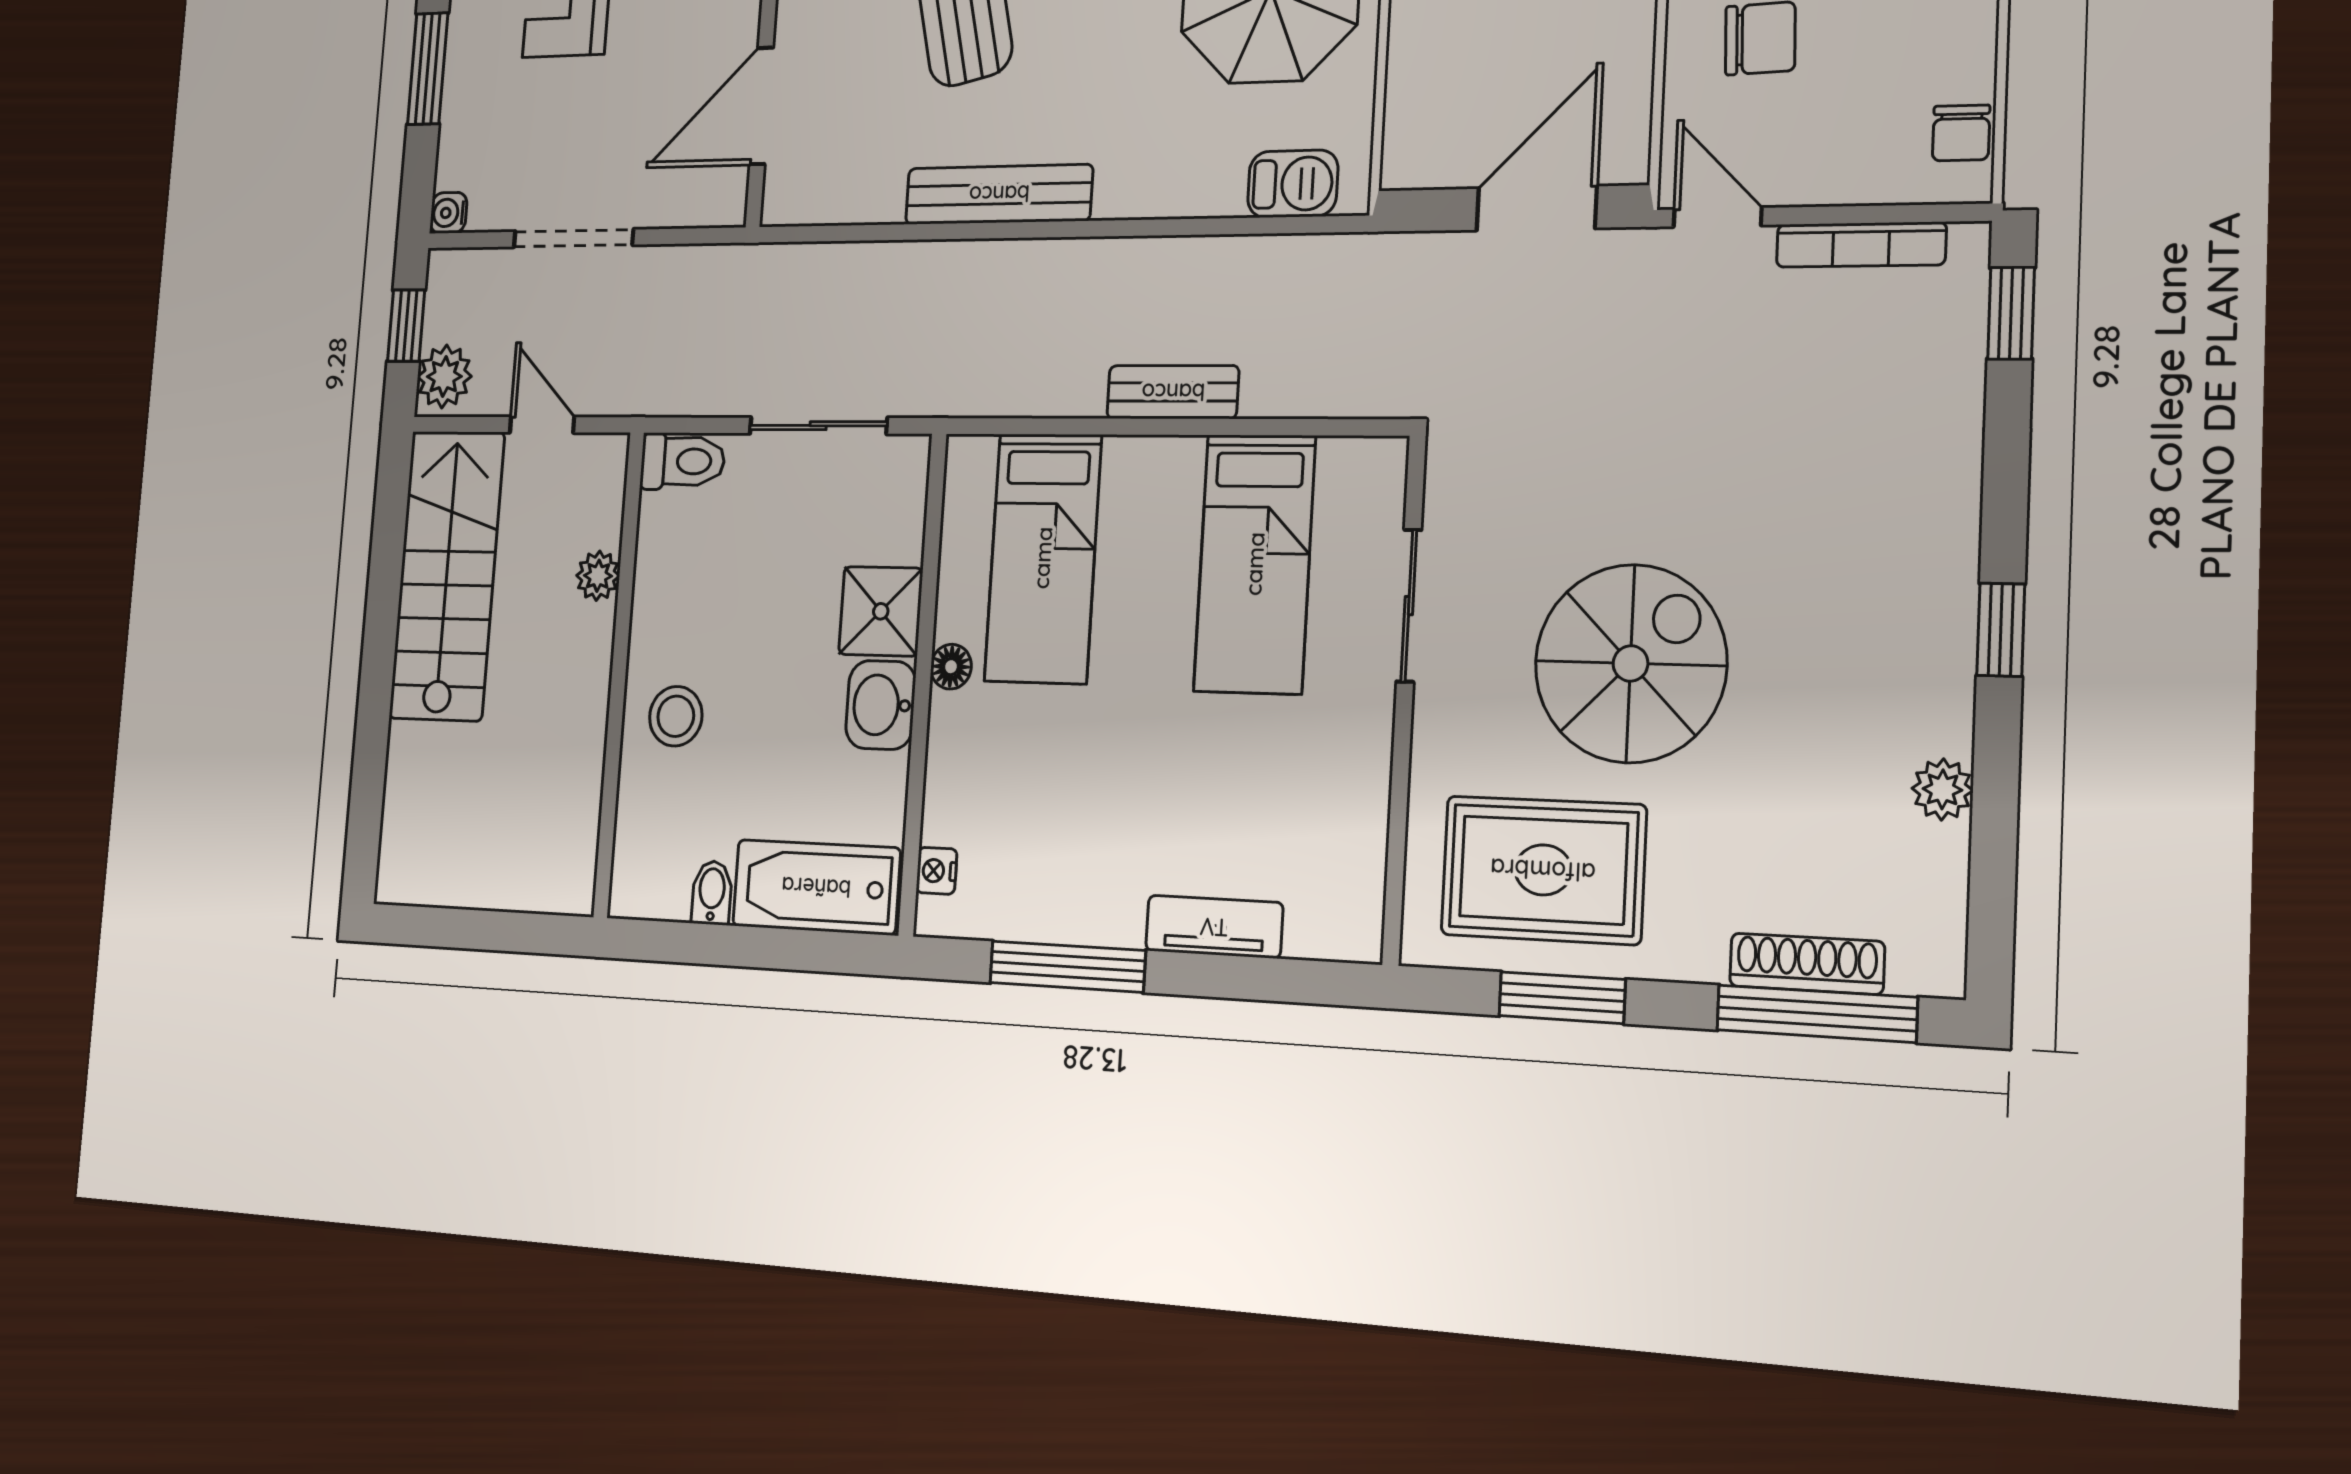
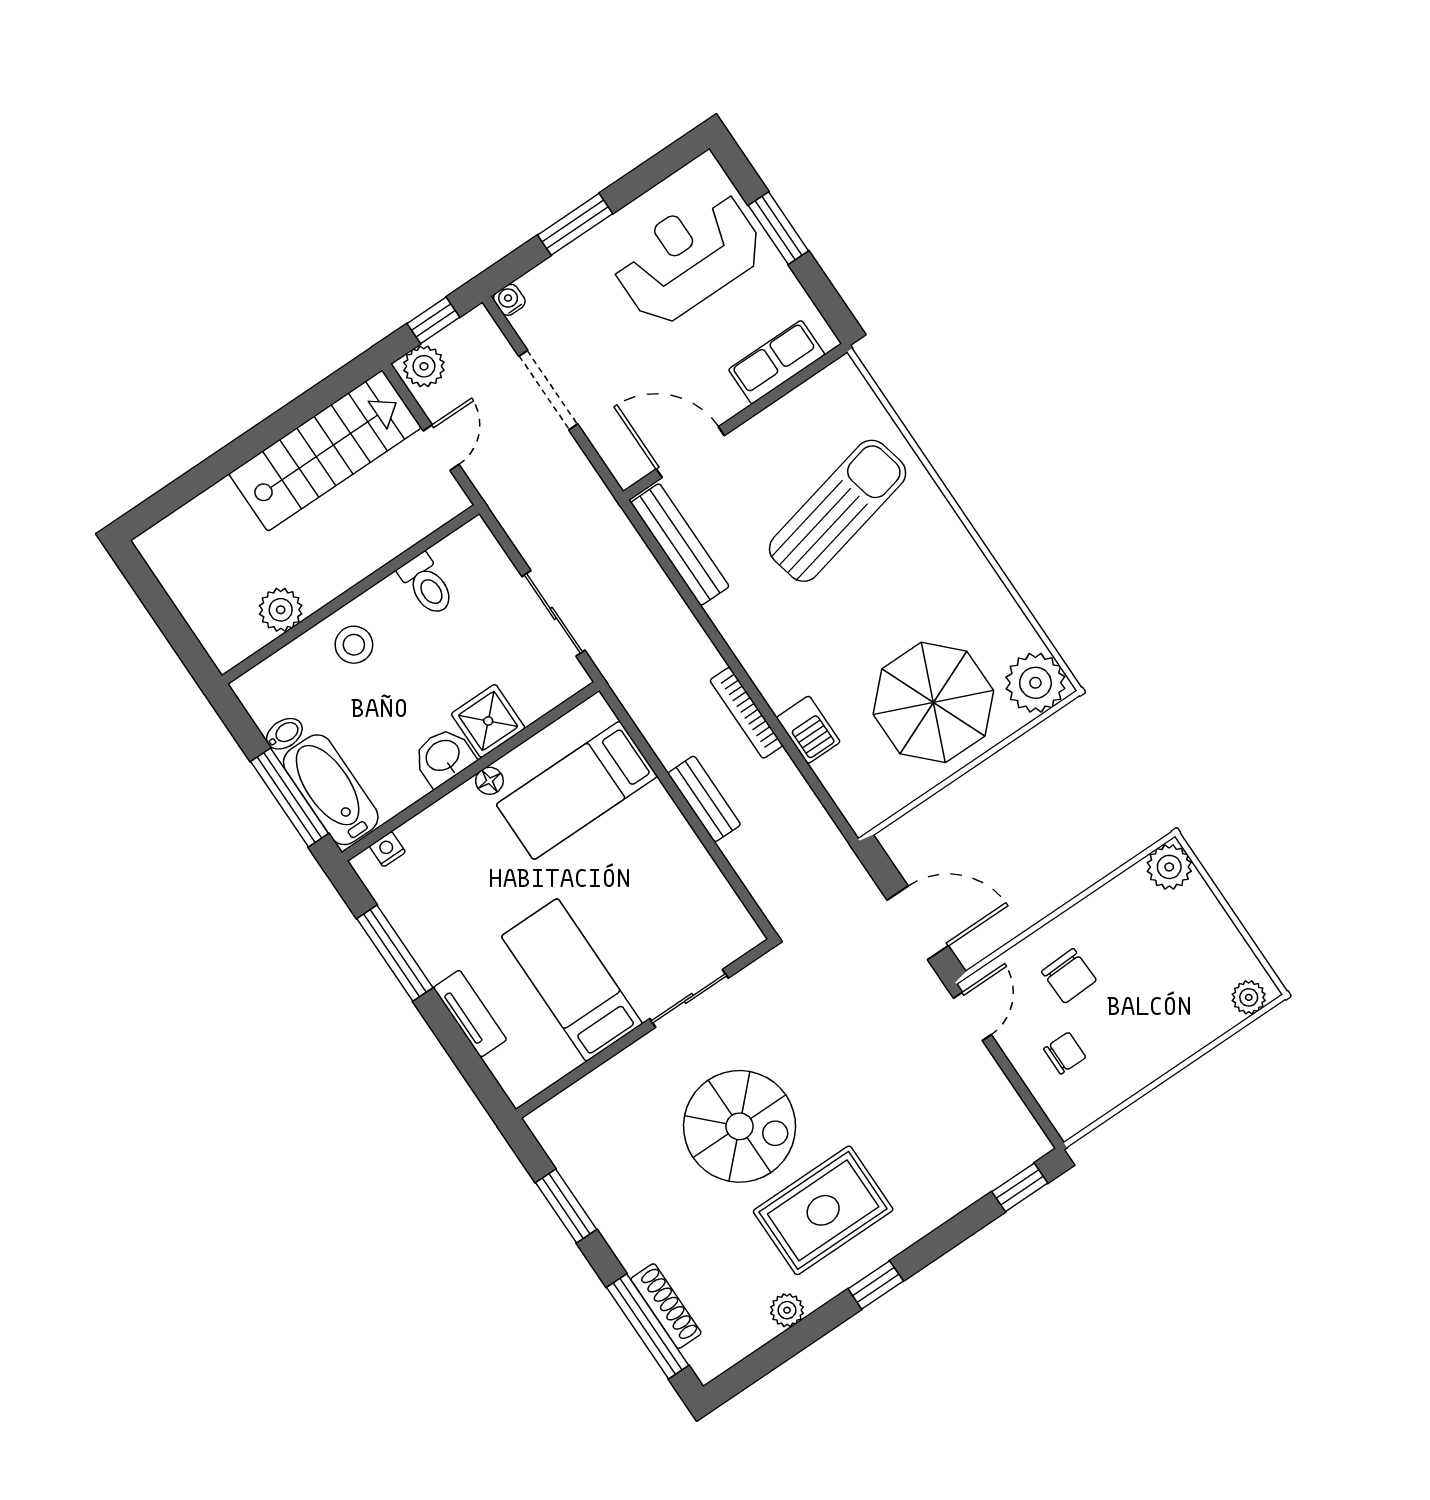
chair: (1961, 133) -> (1065, 1053), moved, turned 180
barbecue: (1293, 184) -> (808, 730), moved
bench: (999, 194) -> (680, 545), moved
bookcase: (1861, 245) -> (746, 713), moved
toilet: (683, 461) -> (427, 585), moved
bed: (1255, 564) -> (572, 980), moved, turned 90
plant: (598, 576) -> (281, 610), moved, width x1.38, depth x1.38
rug: (1543, 870) -> (823, 1210), moved, turned 90
window: (788, 949) -> (290, 797), added

